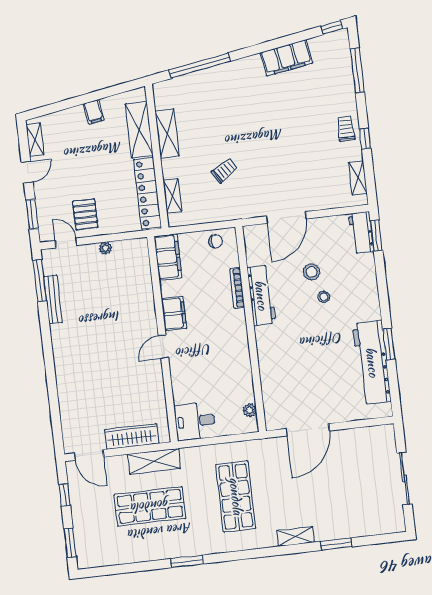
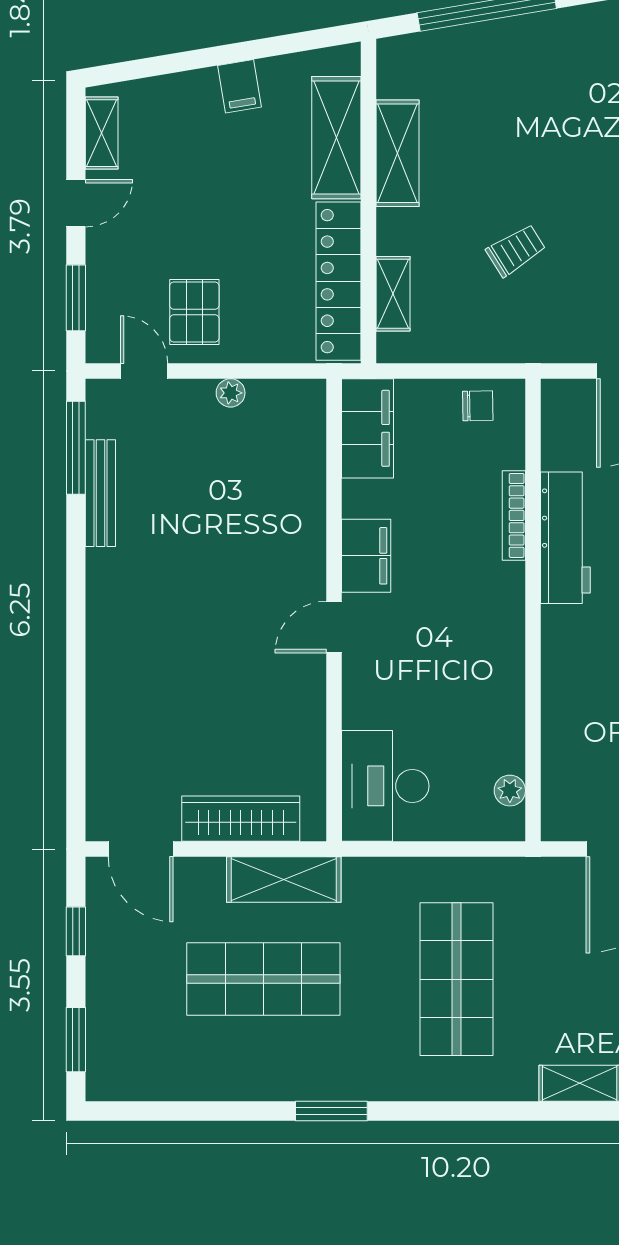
desk: (195, 421) -> (385, 786), width x1.37

